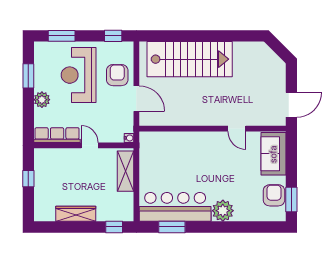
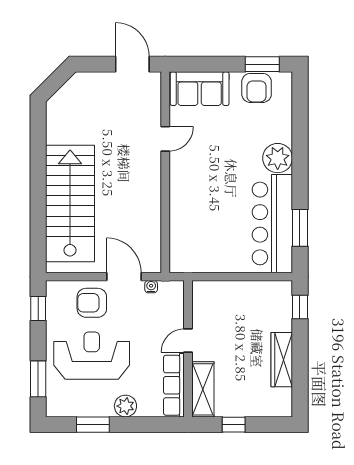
reception desk: (79, 75) -> (92, 356), turned 180
door: (136, 99) -> (124, 277), hinge flipped
water cooler: (129, 138) -> (151, 287), moved
shelving: (125, 171) -> (203, 389), moved, turned 90
armchair: (274, 195) -> (257, 88), turned -90

